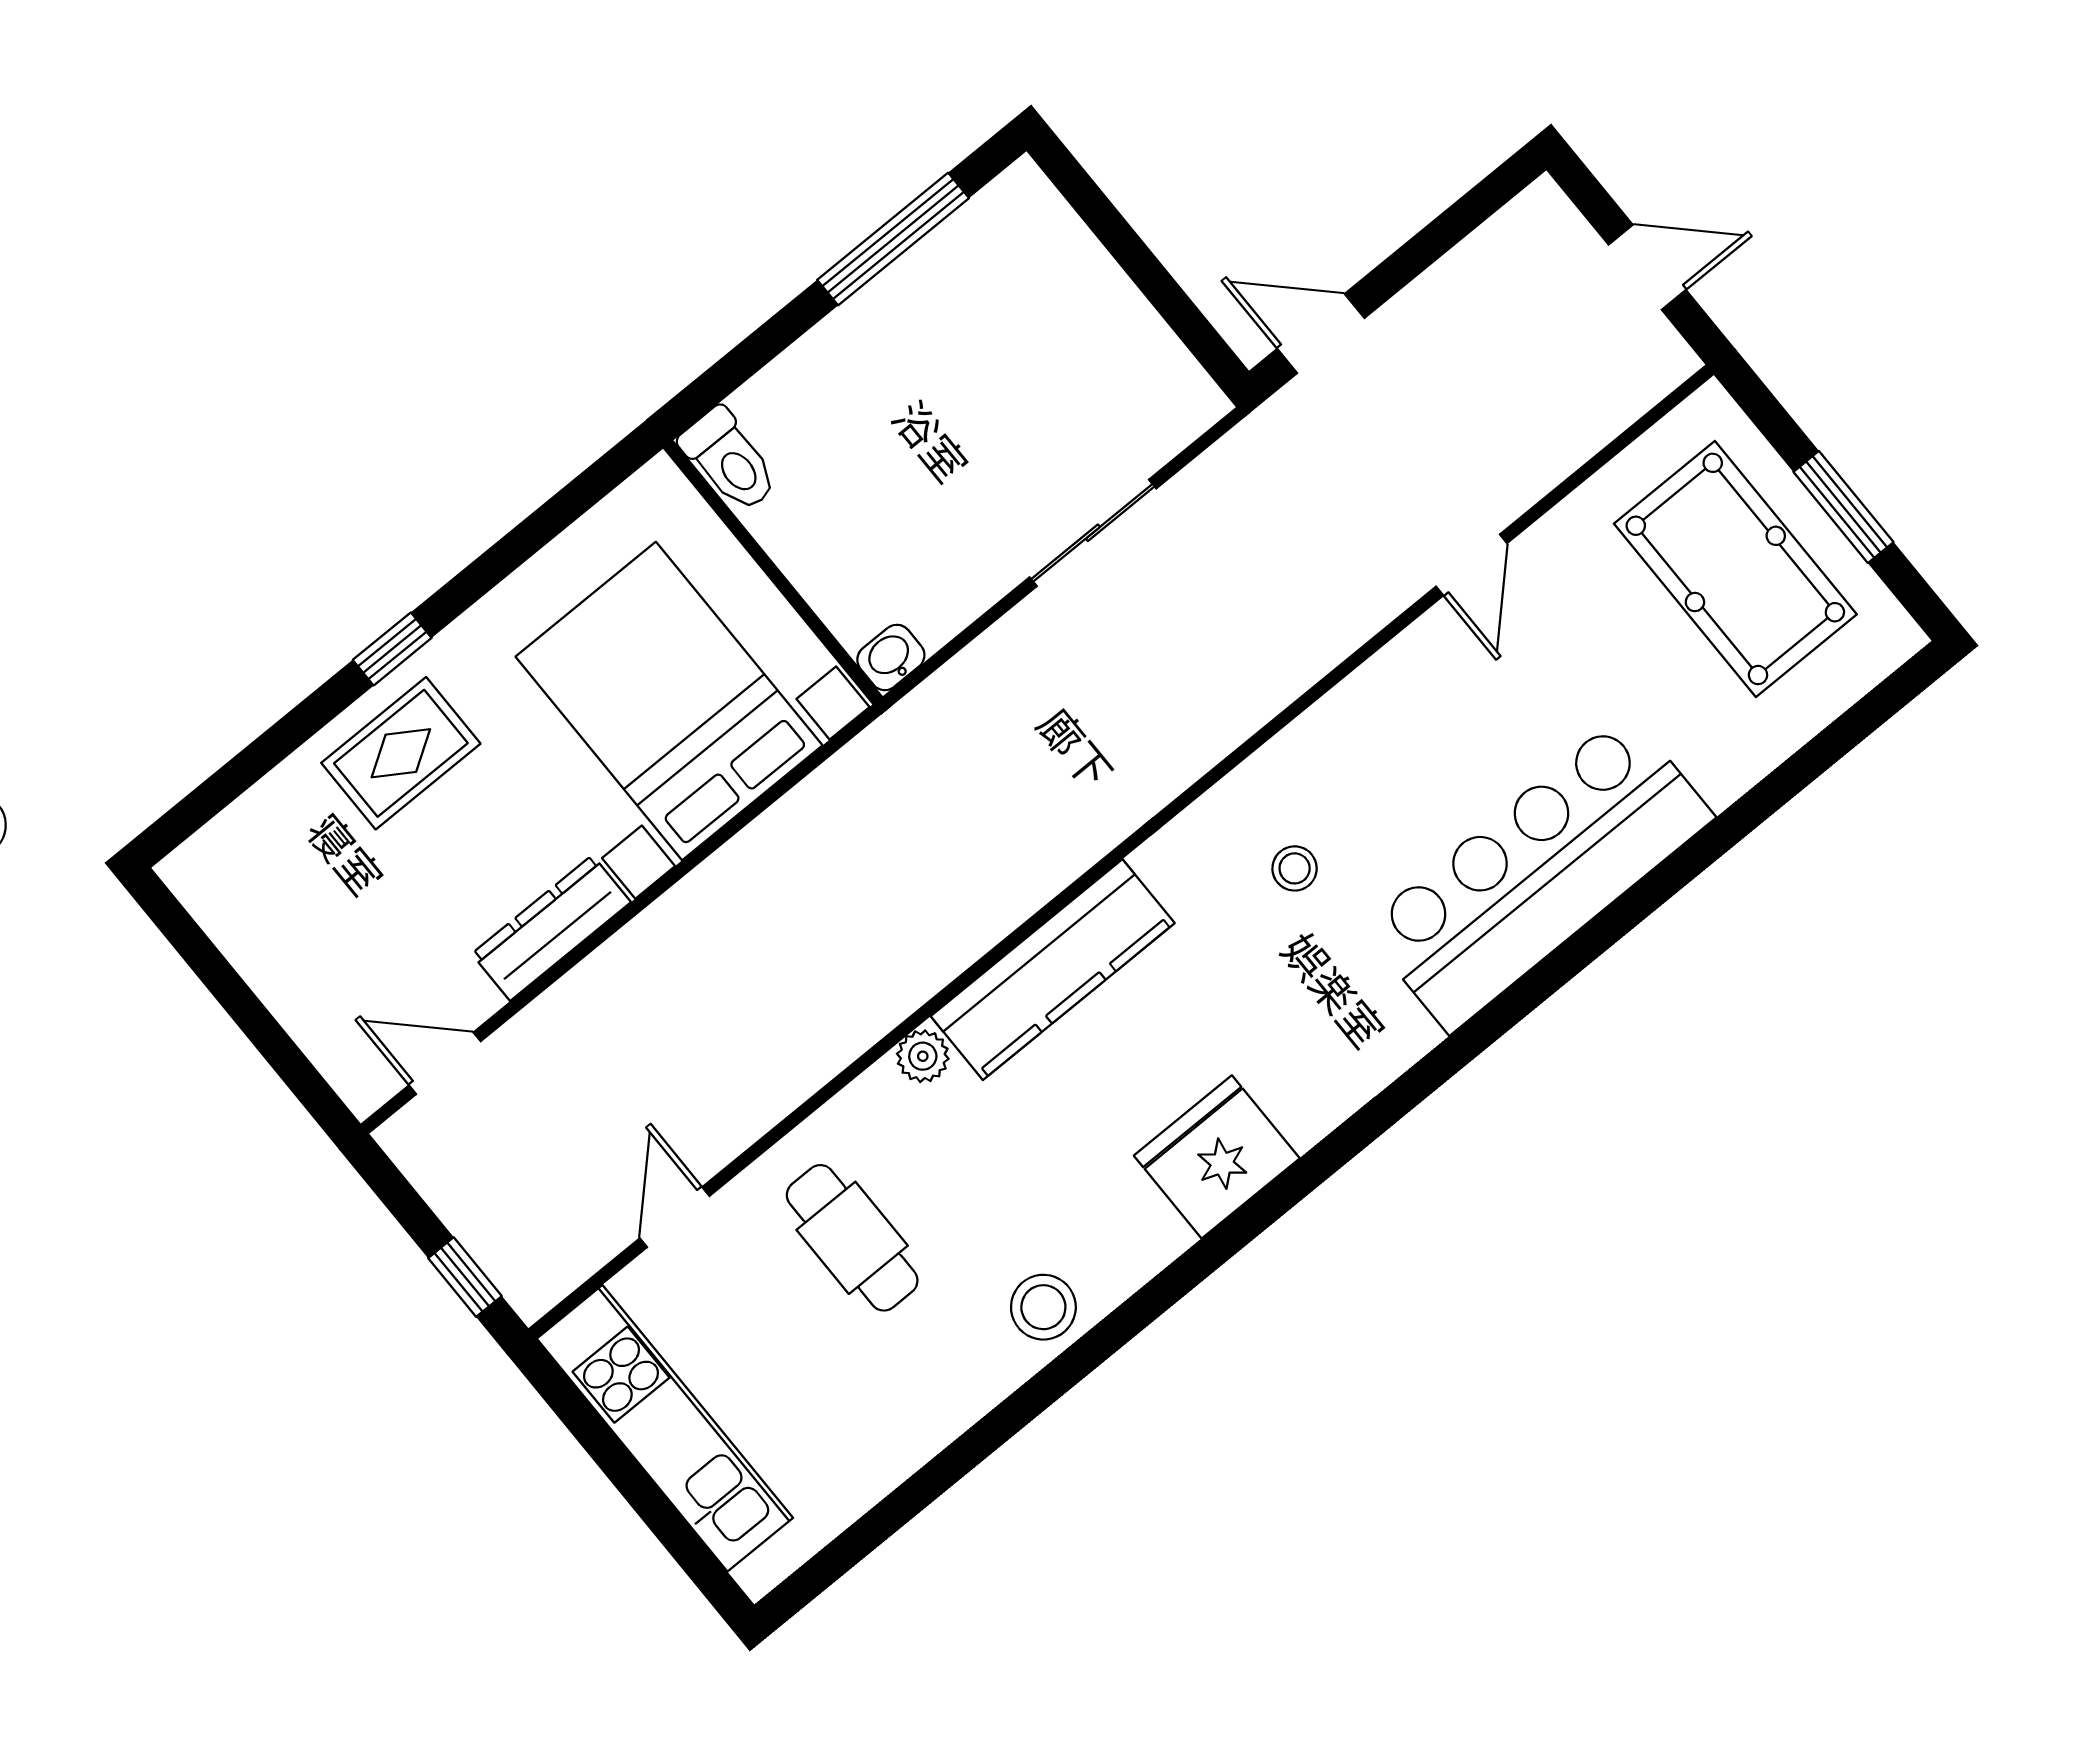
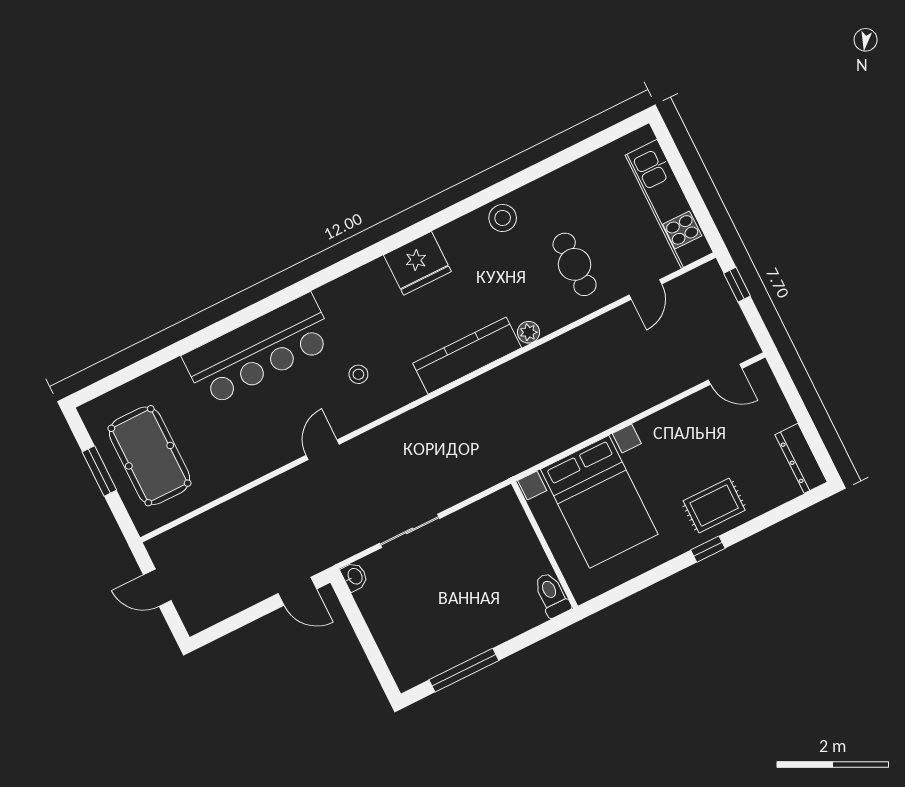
door: (1472, 565) -> (323, 450), moved
washbasin: (891, 657) -> (355, 577), moved, turned -90
dresser: (551, 928) -> (801, 458), moved, turned 90

